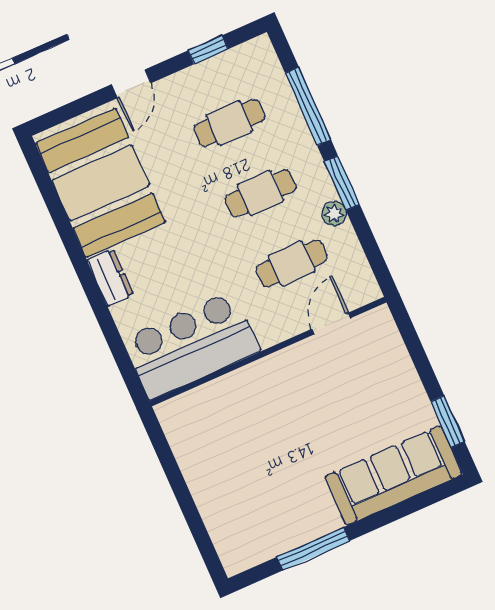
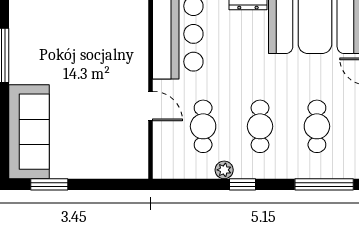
window: (308, 106) -> (324, 184), moved
window: (342, 183) -> (242, 184), width x0.67
door: (331, 324) -> (151, 106), moved

